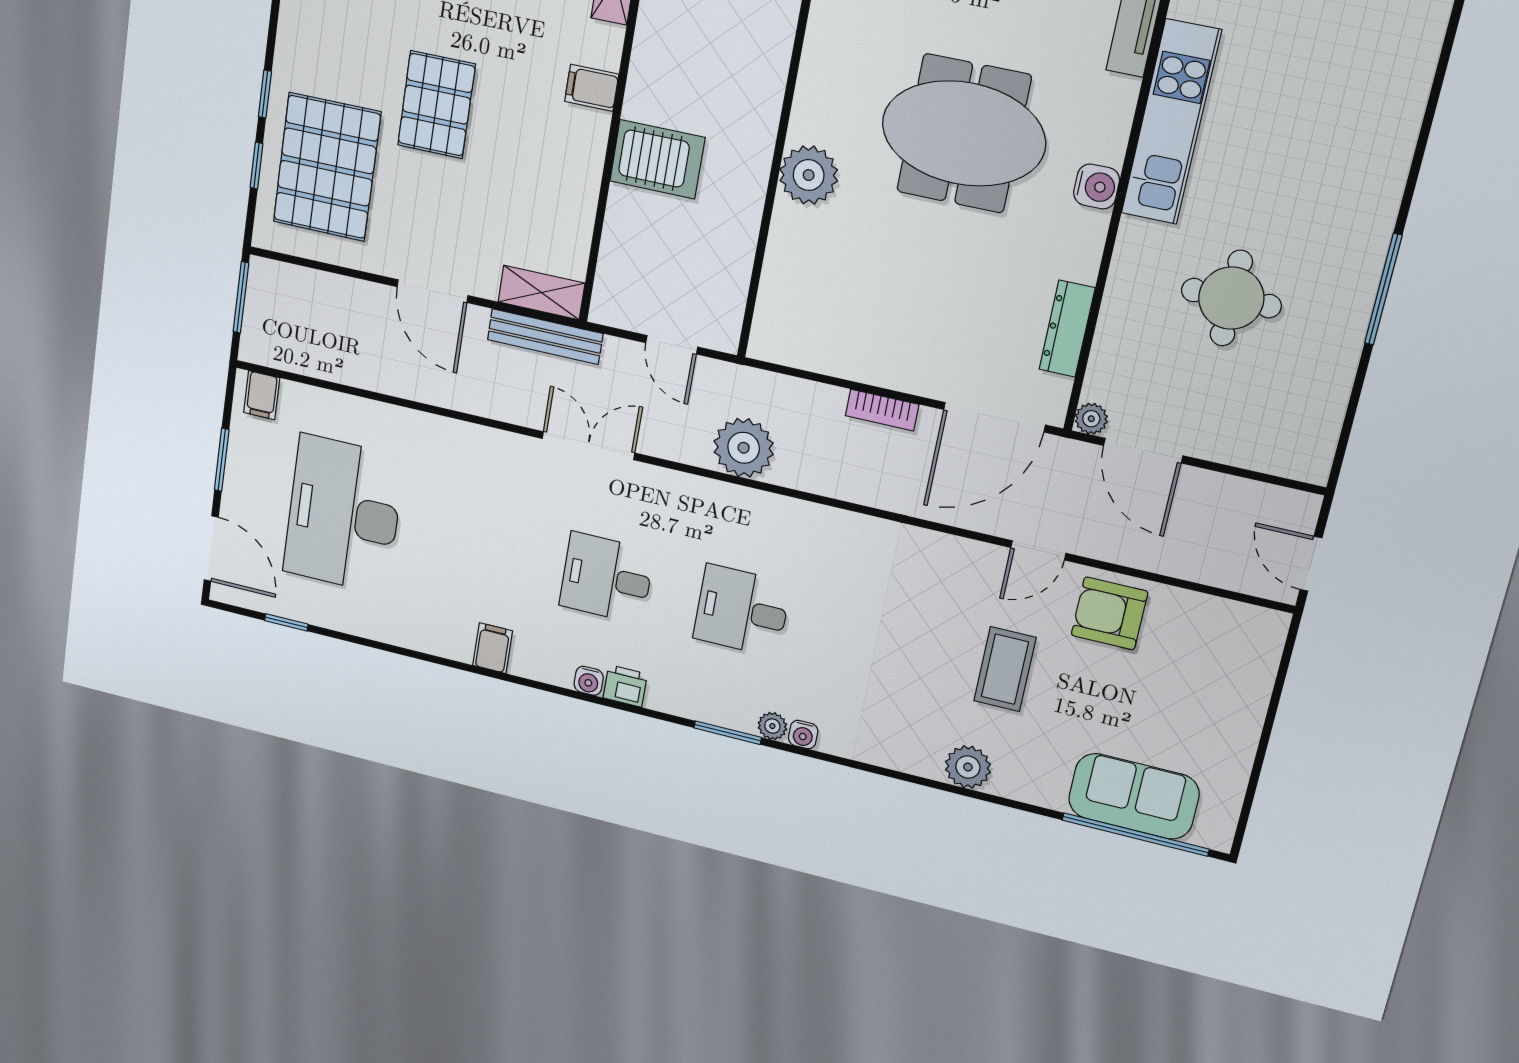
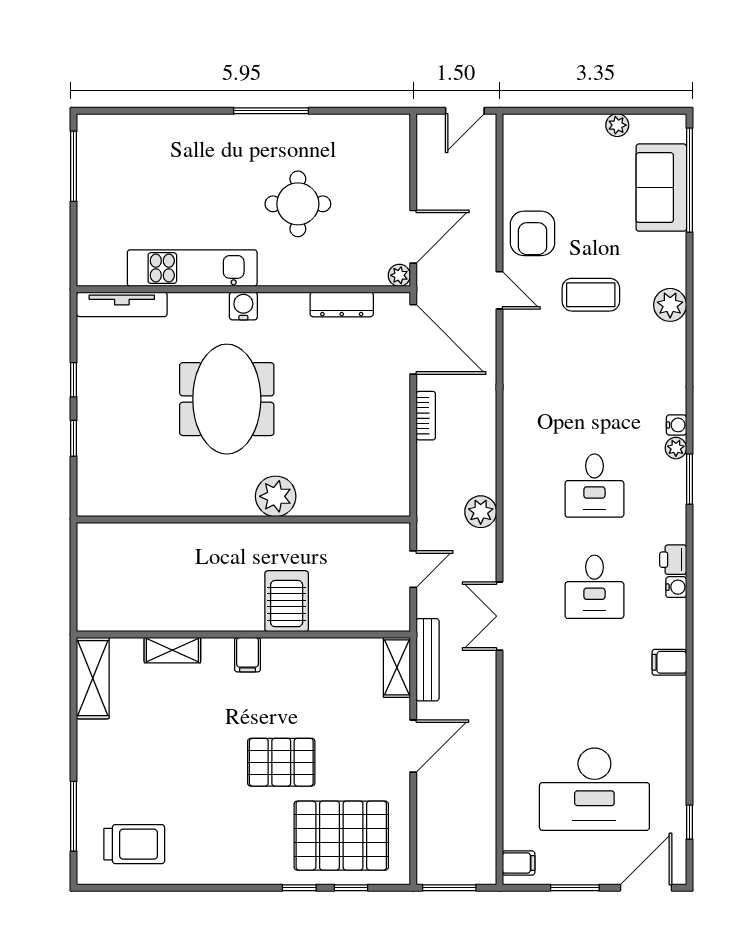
plant: (744, 448) -> (481, 512), width x0.73, depth x0.73
plant: (1237, 762) -> (617, 125), added

